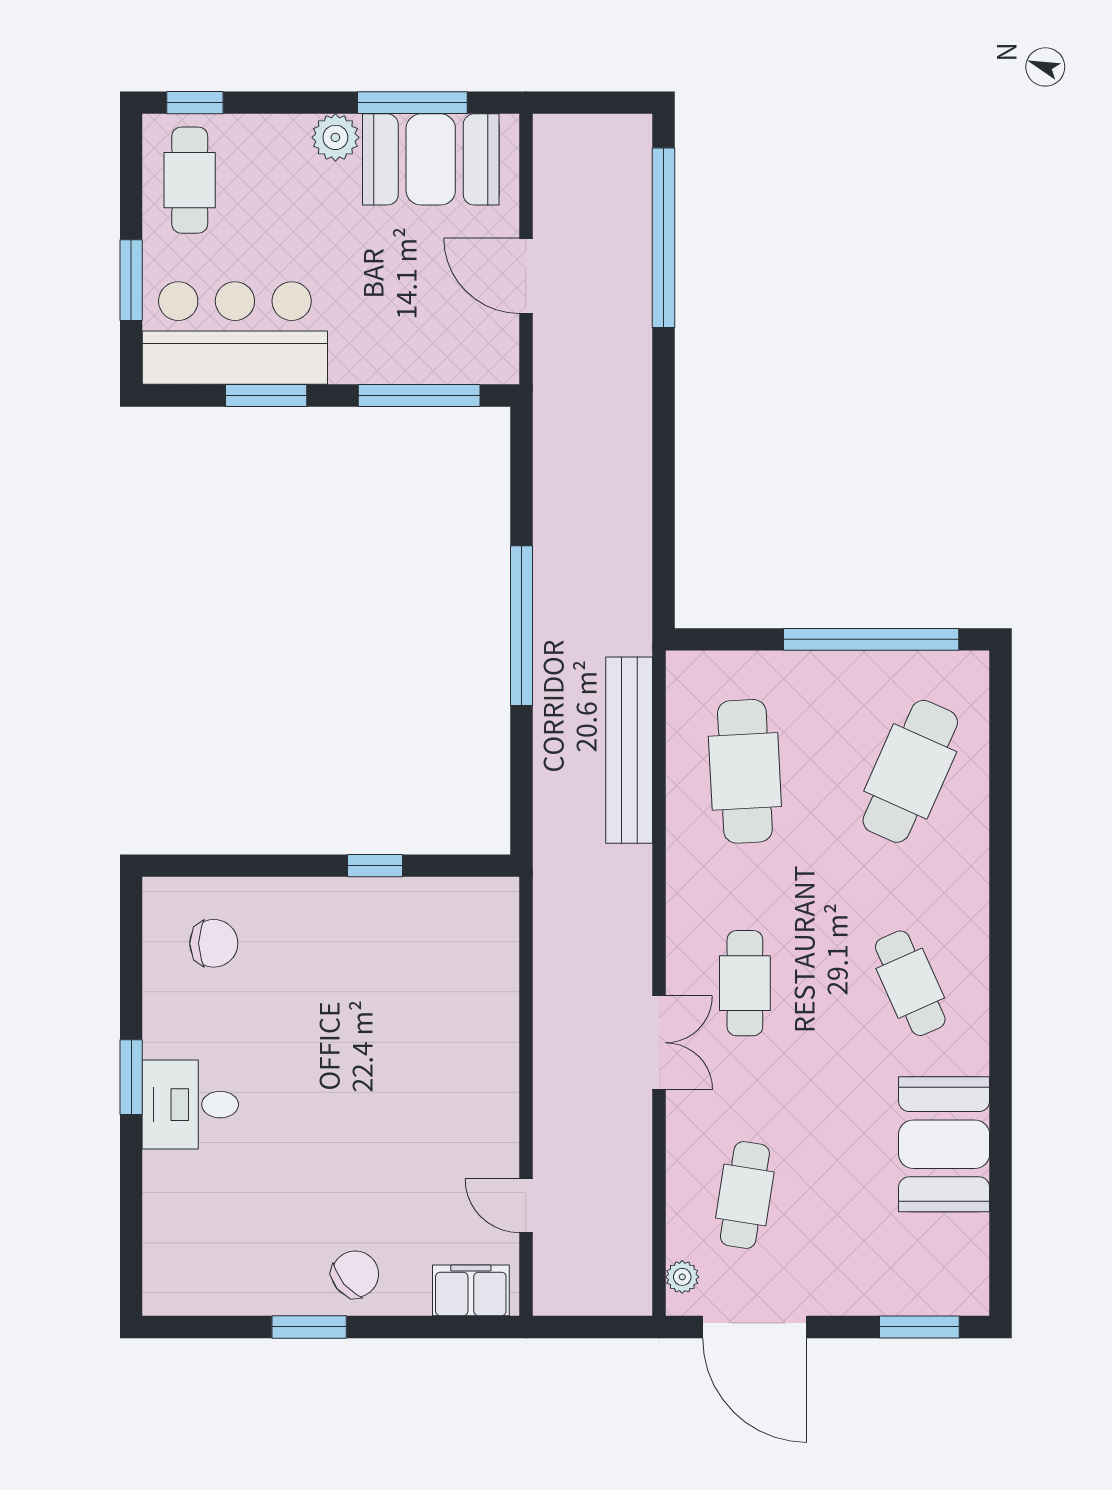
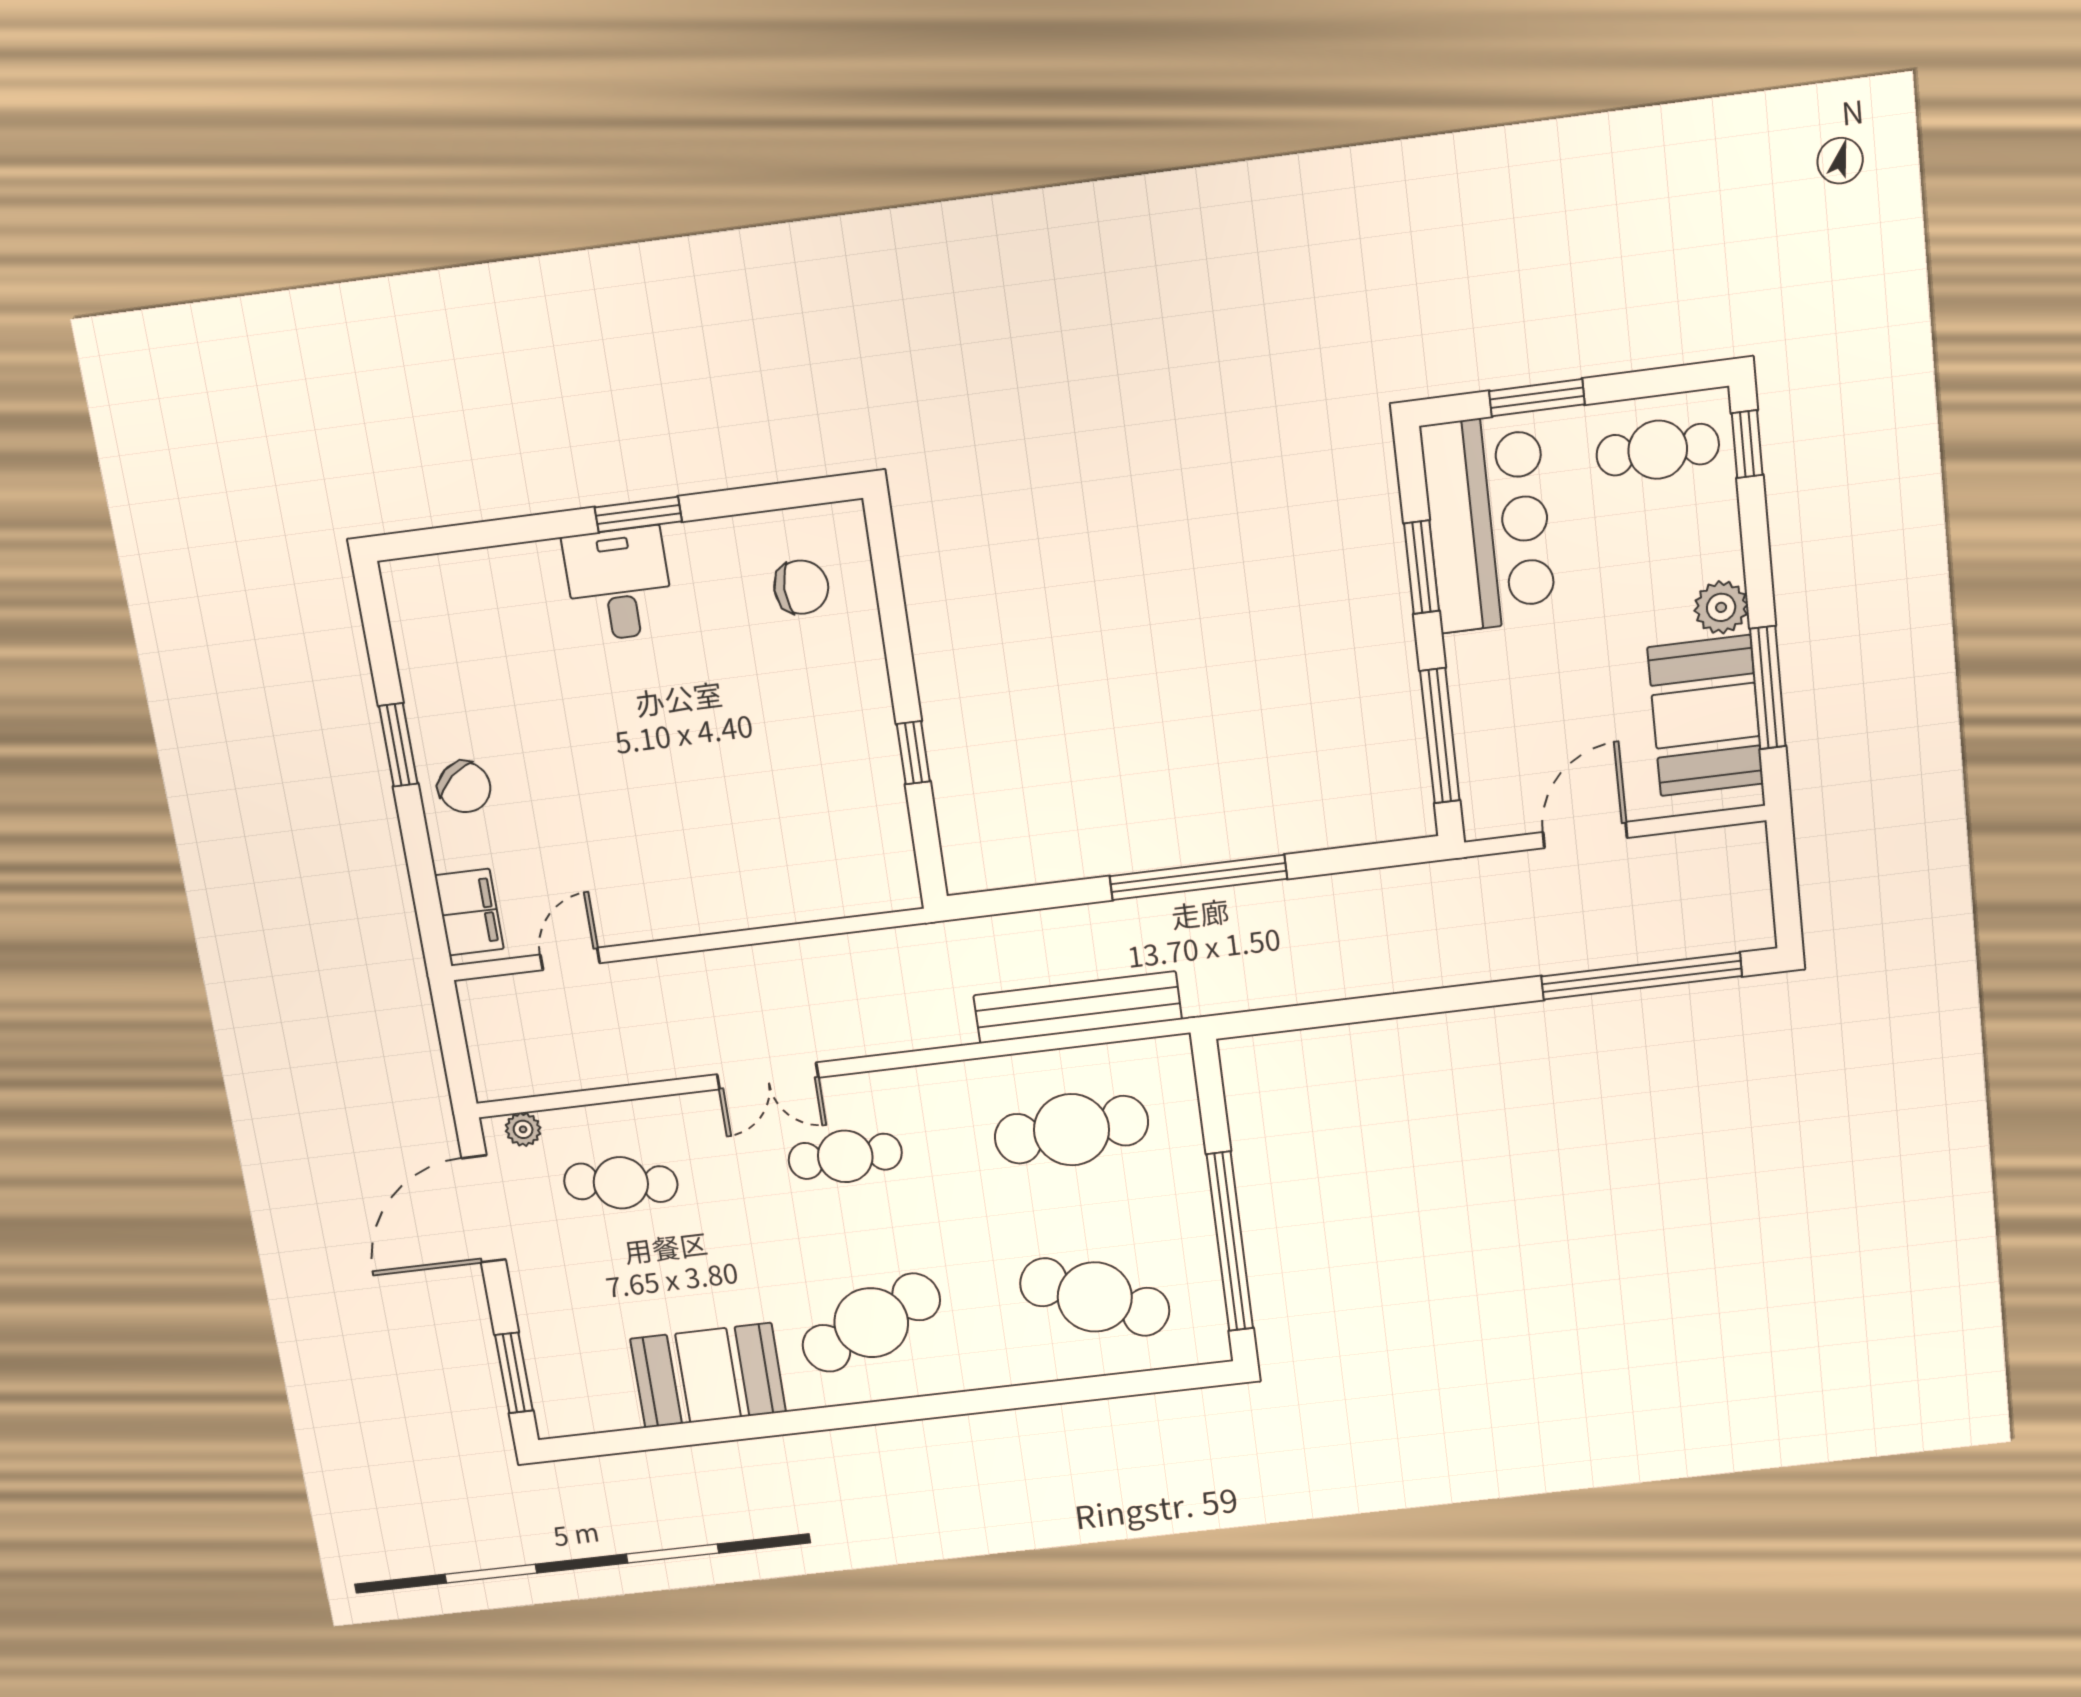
chair: (214, 943) -> (801, 587), turned -90
cafe table: (910, 983) -> (871, 1323), width x1.37, depth x1.35

